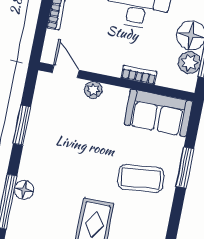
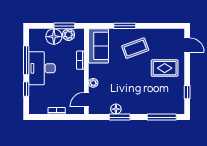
coffee table: (141, 178) -> (135, 48), turned 76
floor lamp: (24, 190) -> (116, 109), moved

